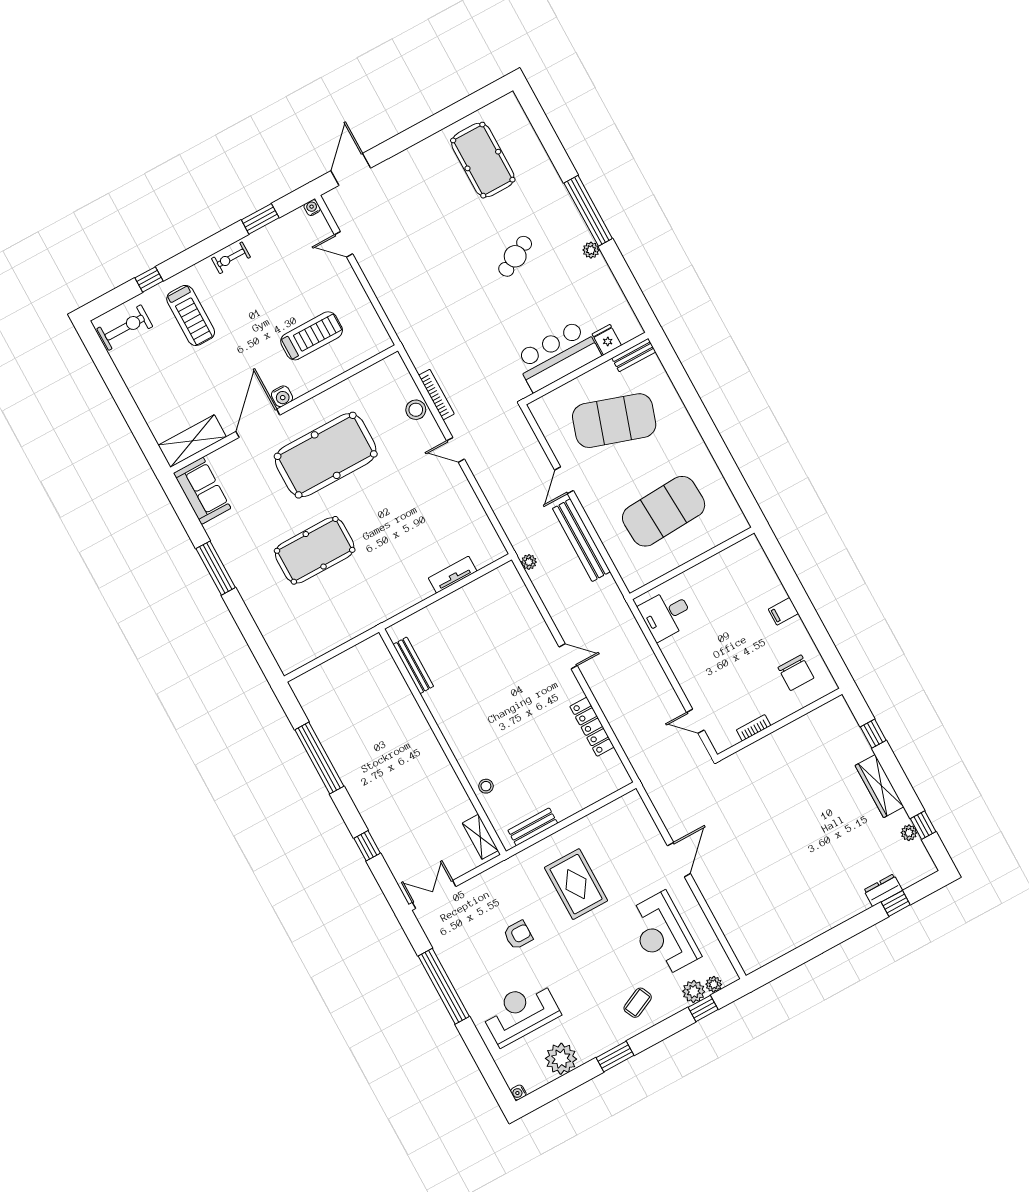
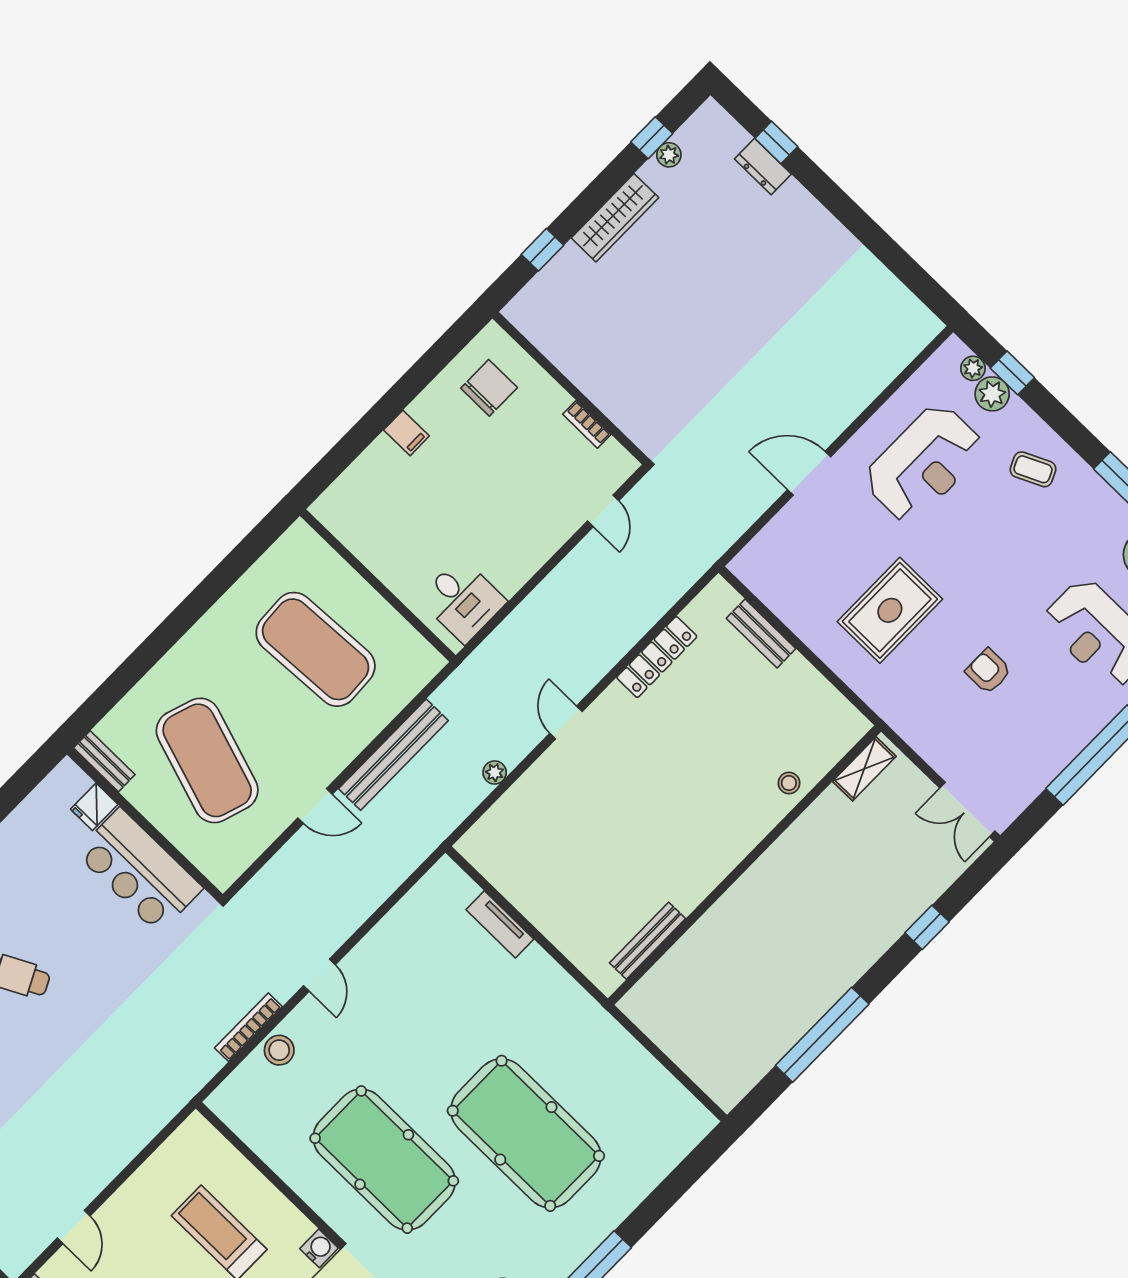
pool table: (315, 550) -> (526, 1133), width x1.36, depth x1.32
plant: (529, 562) -> (495, 773), moved
bench: (533, 827) -> (761, 634), moved

